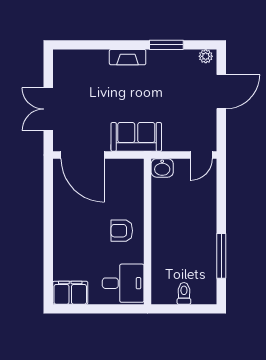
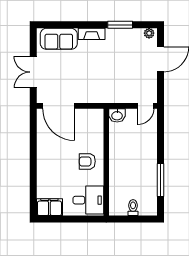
sofa: (136, 137) -> (59, 39), moved, turned 180

